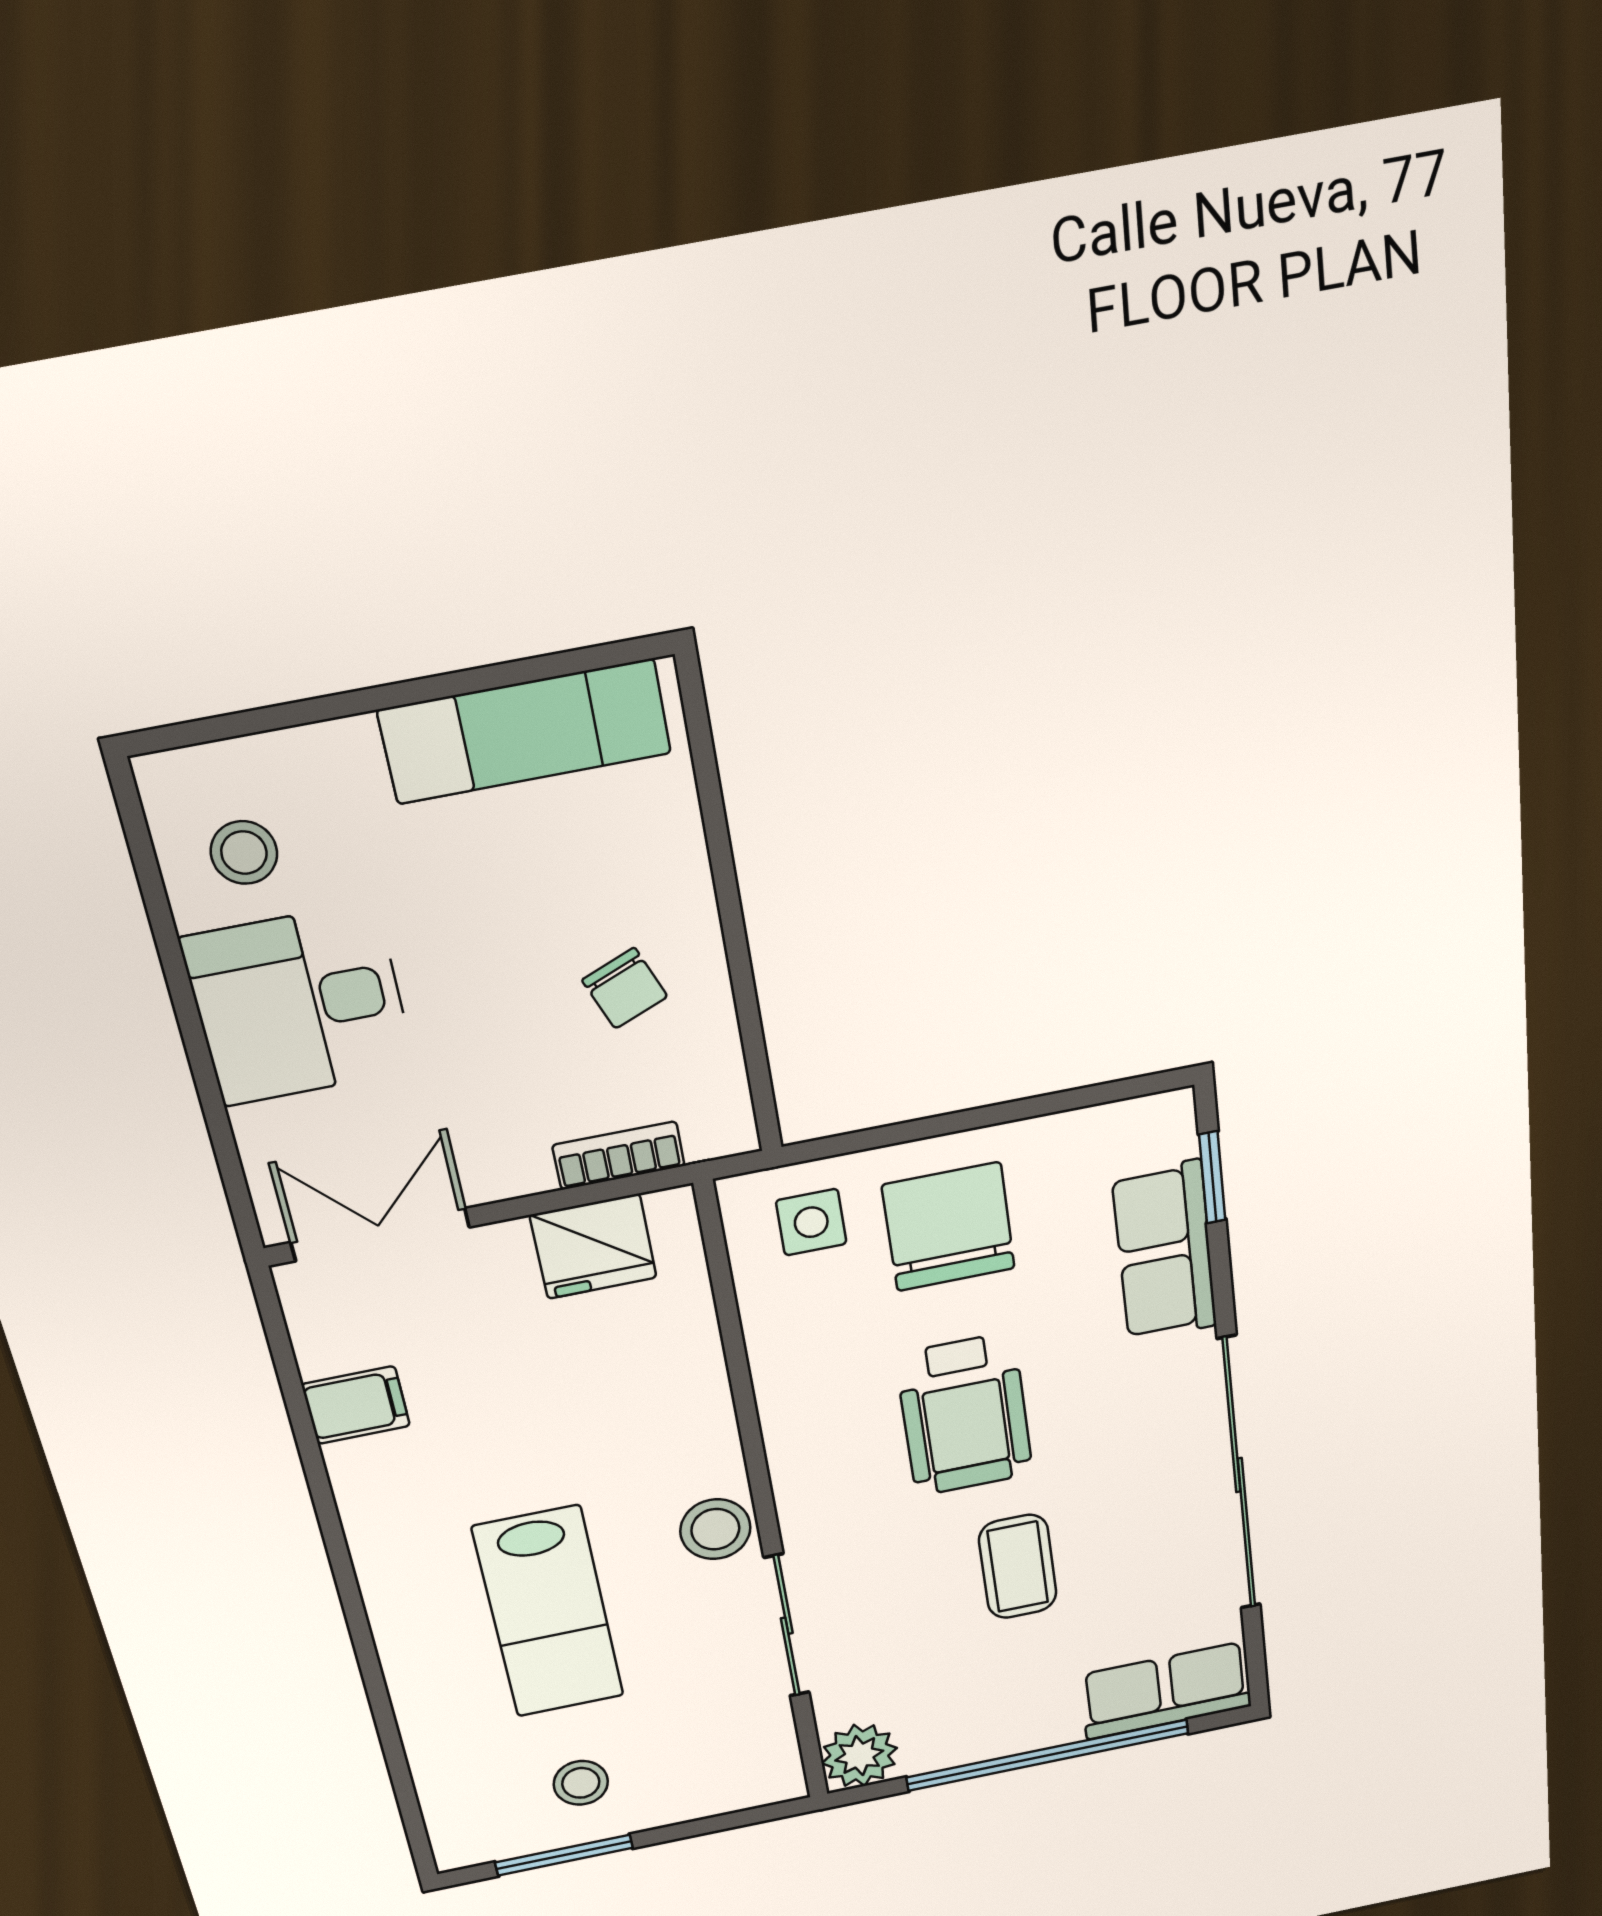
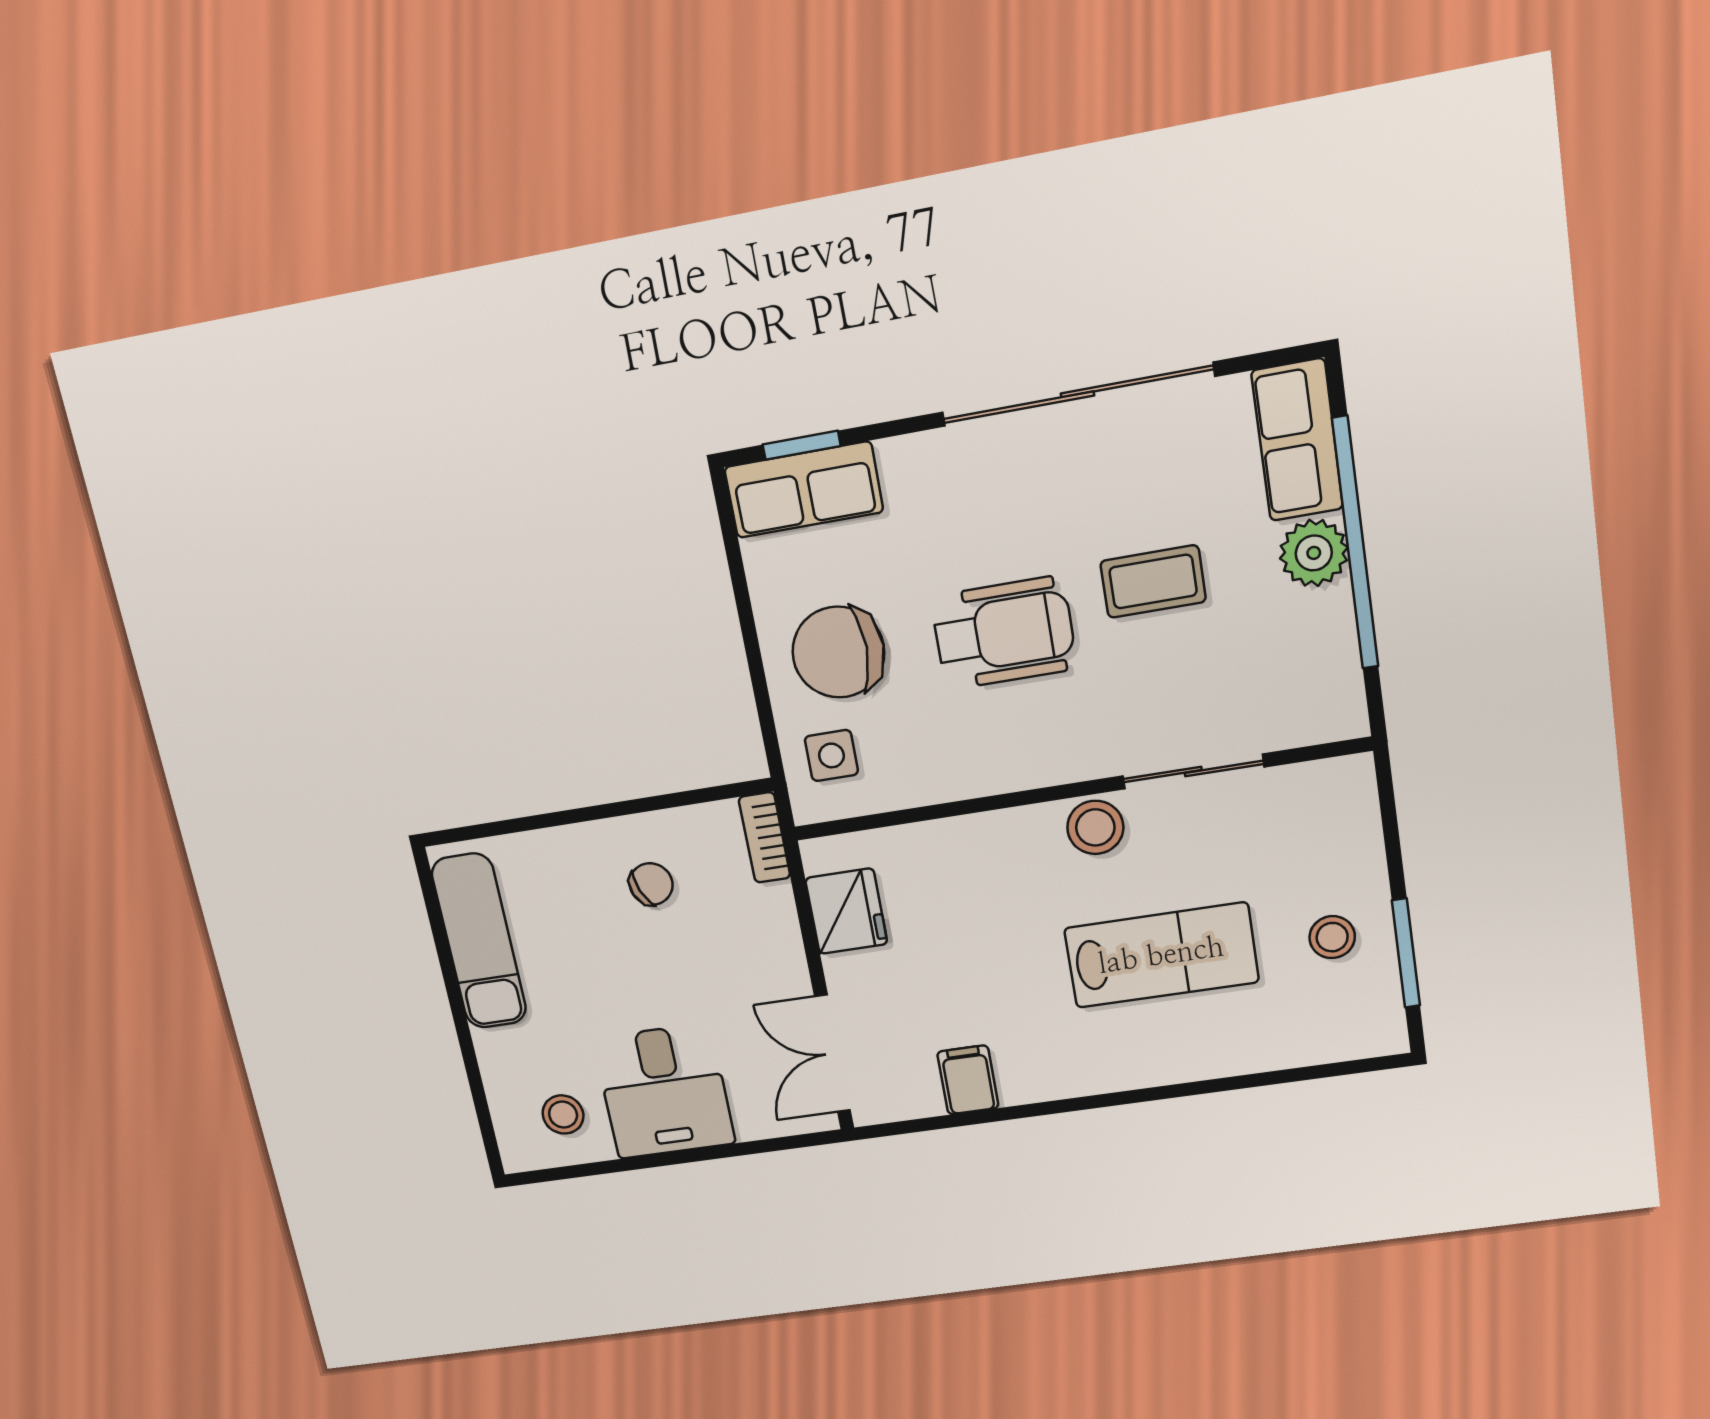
bookcase: (619, 1156) -> (764, 837), moved
row of seats: (1165, 1252) -> (804, 490), moved
plant: (859, 1756) -> (1314, 553), moved

